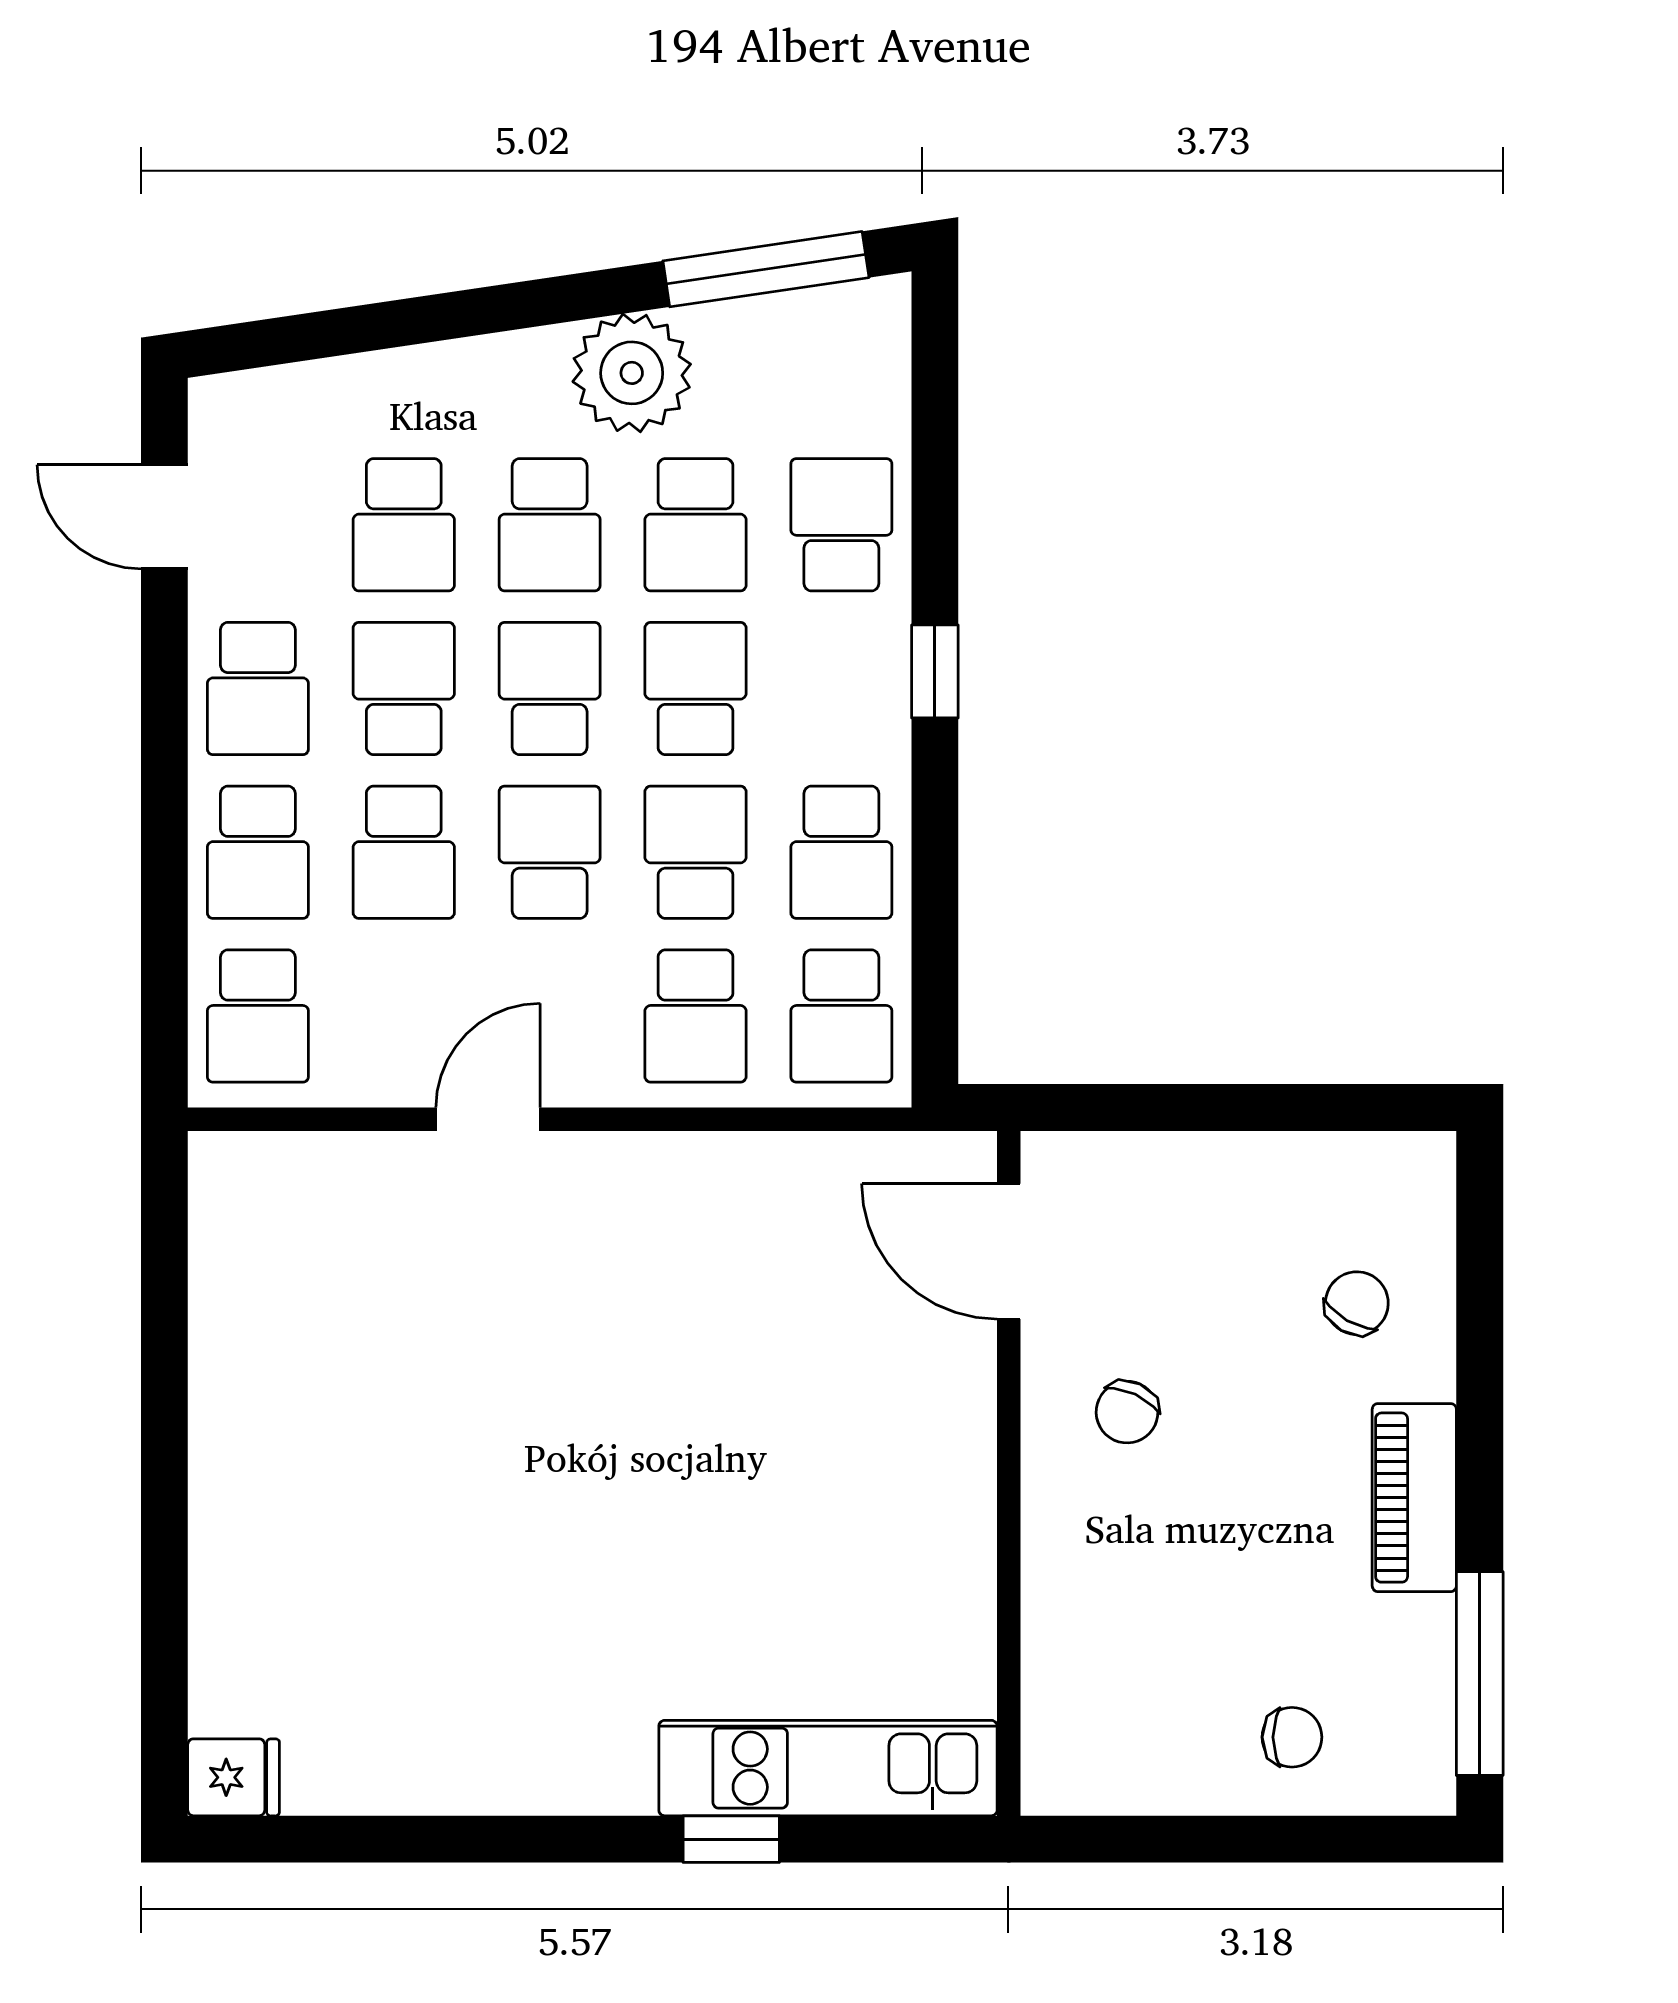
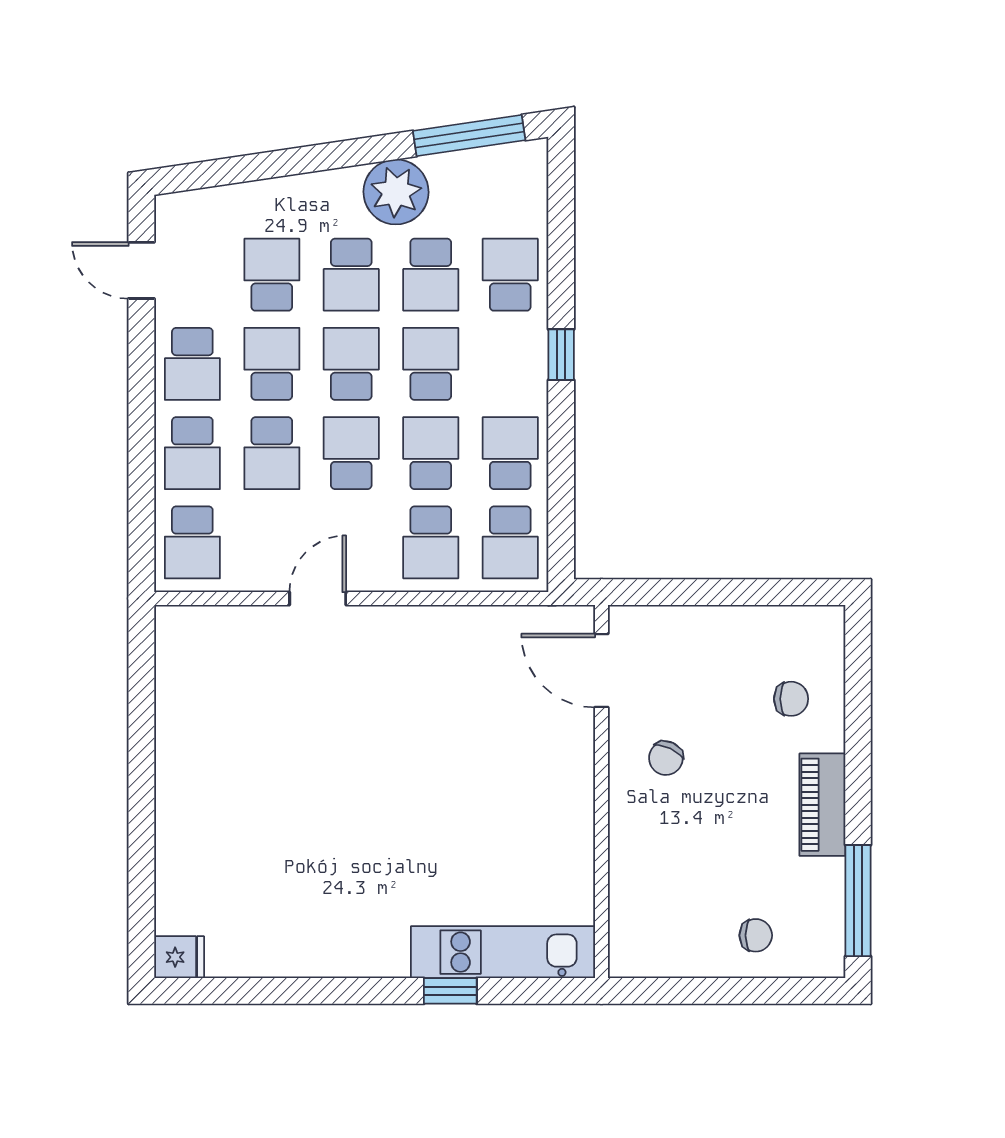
school desk: (404, 525) -> (272, 275), turned 180
school desk: (841, 852) -> (510, 453), turned 180
chair: (1357, 1303) -> (791, 699), turned 60

